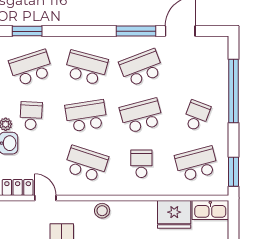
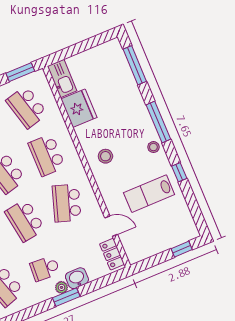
school desk: (141, 164) -> (47, 155), width x1.85
door: (45, 198) -> (111, 226), swing flipped
stool: (102, 211) -> (105, 156), moved

